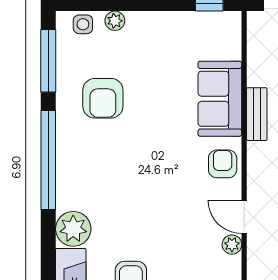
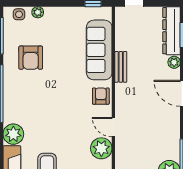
sofa: (220, 99) -> (99, 50), width x1.36
plant: (232, 245) -> (101, 148), width x1.88, depth x1.88

